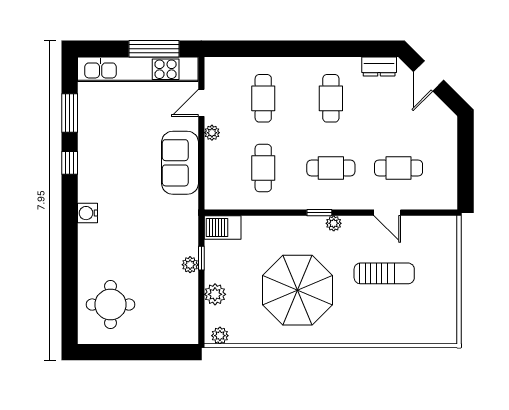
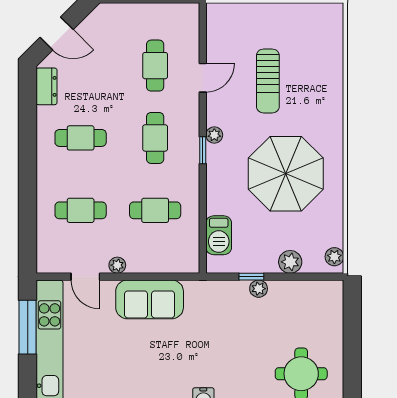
barbecue: (223, 227) -> (219, 235), moved
sun lounger: (384, 273) -> (268, 81), turned 180

